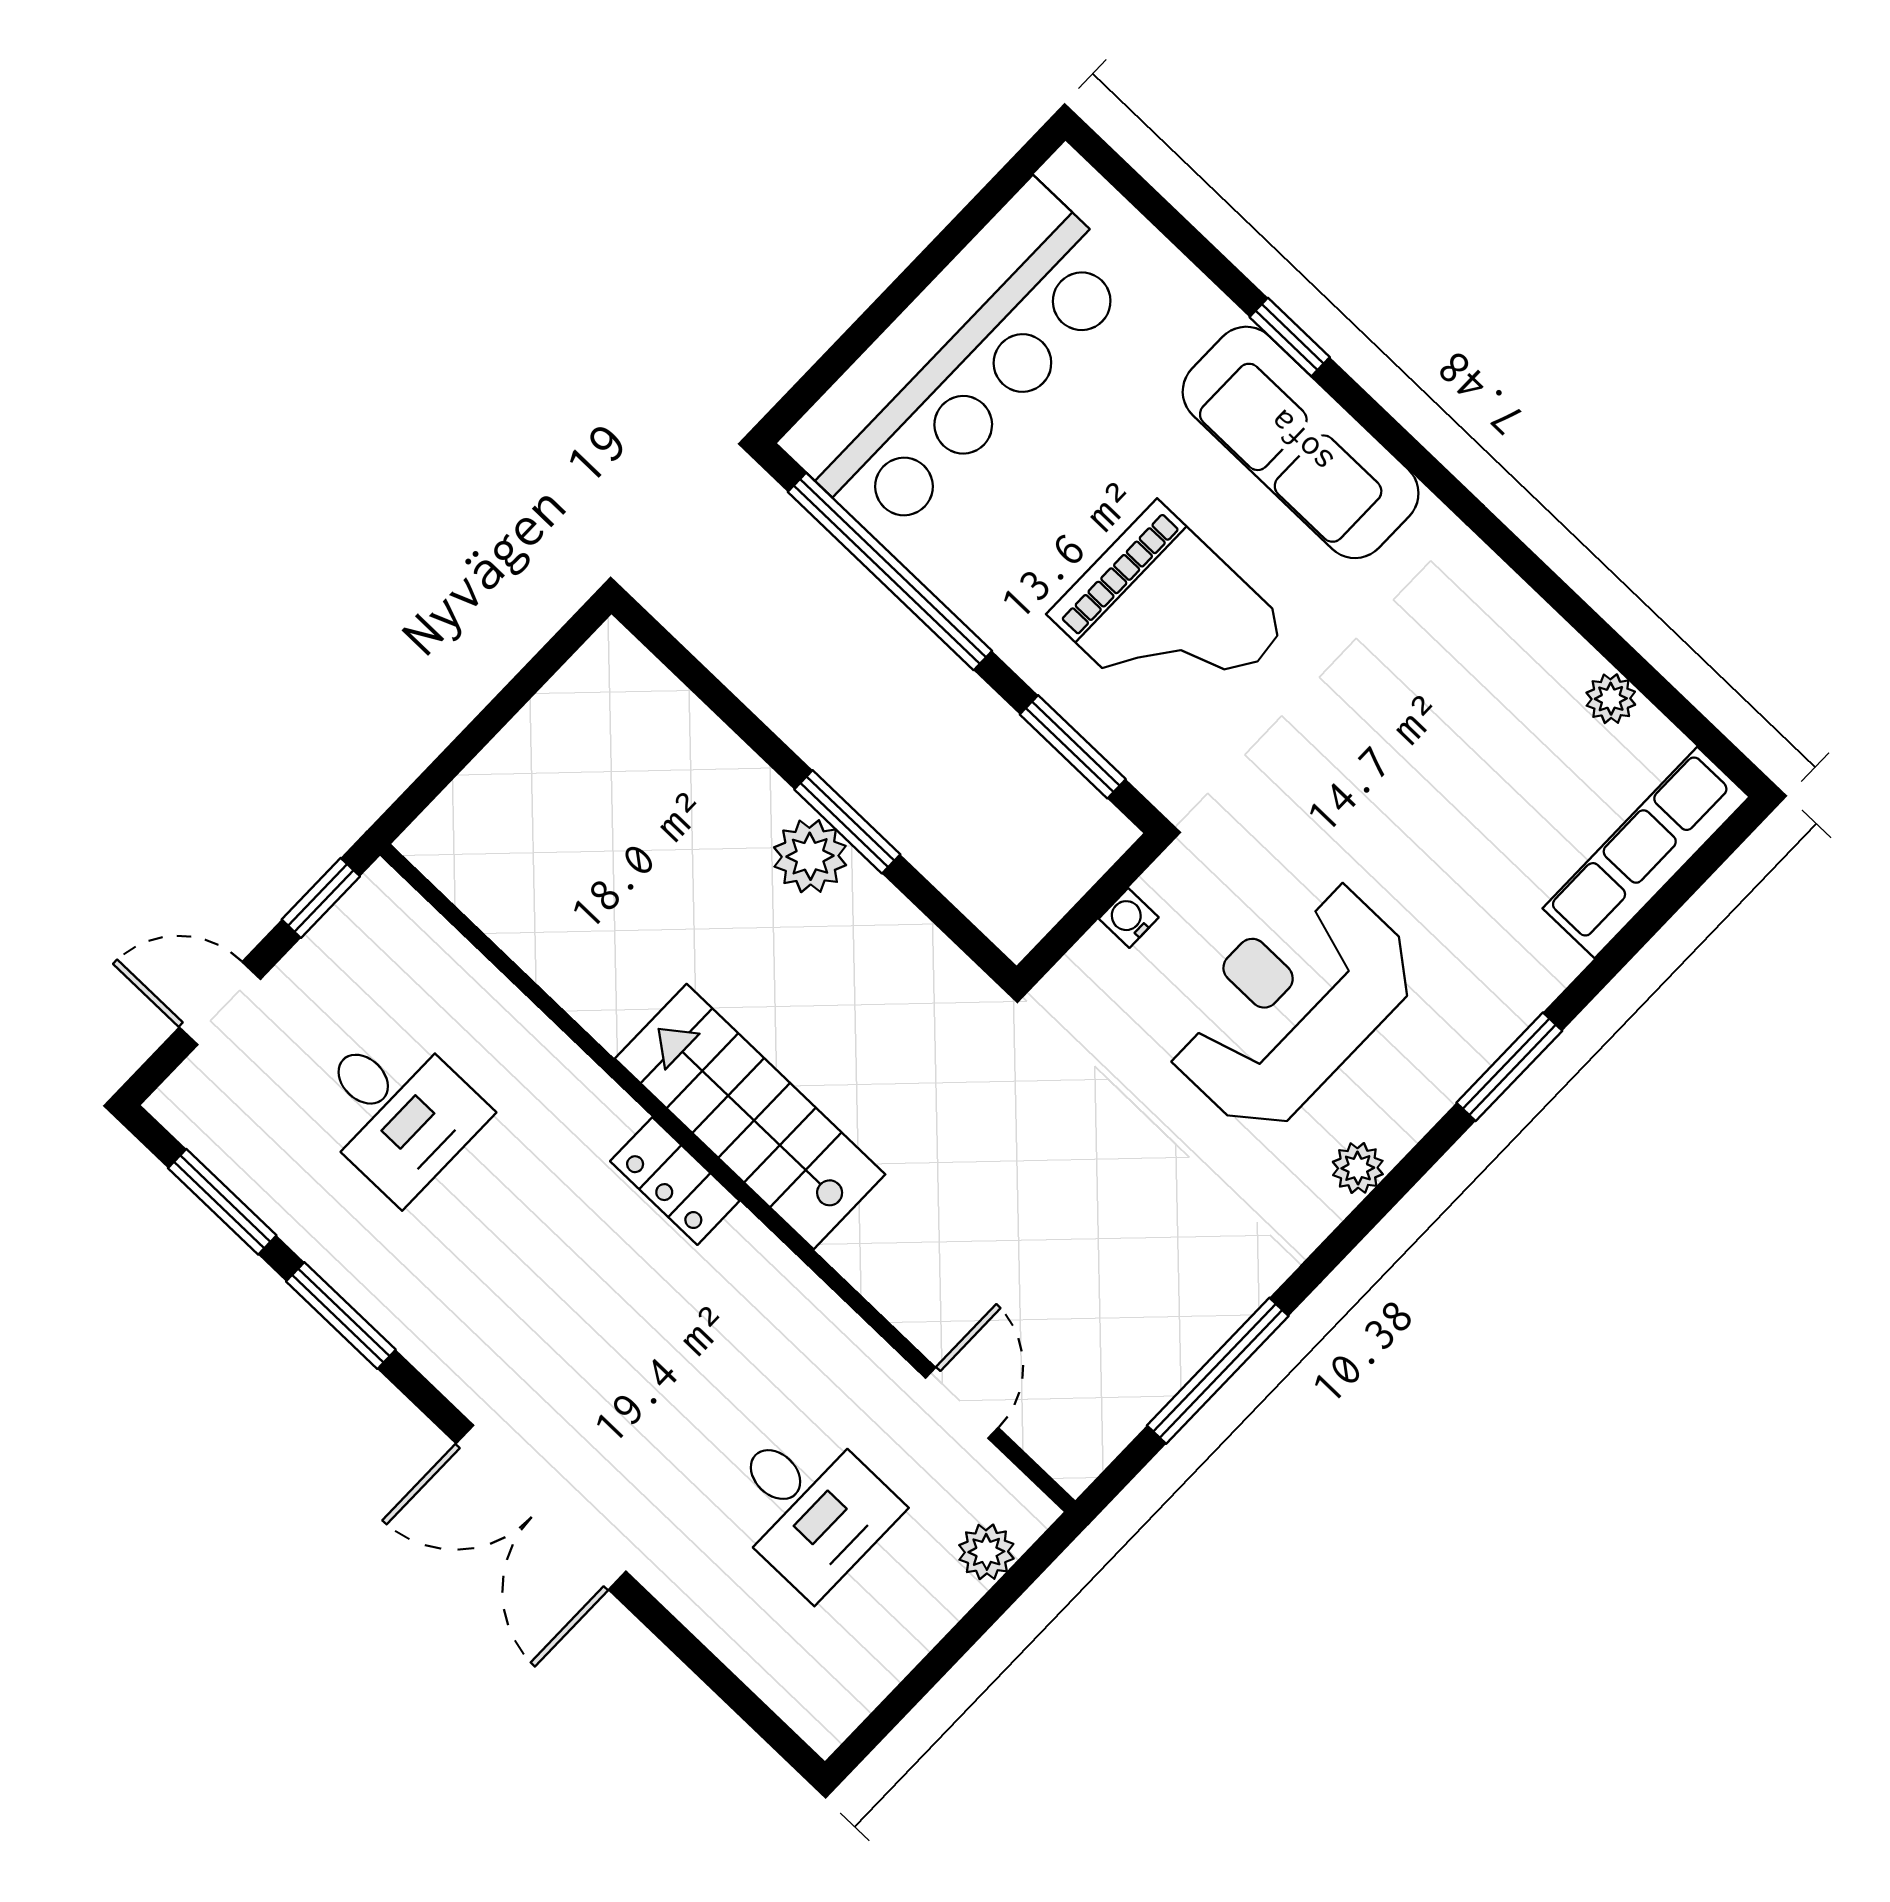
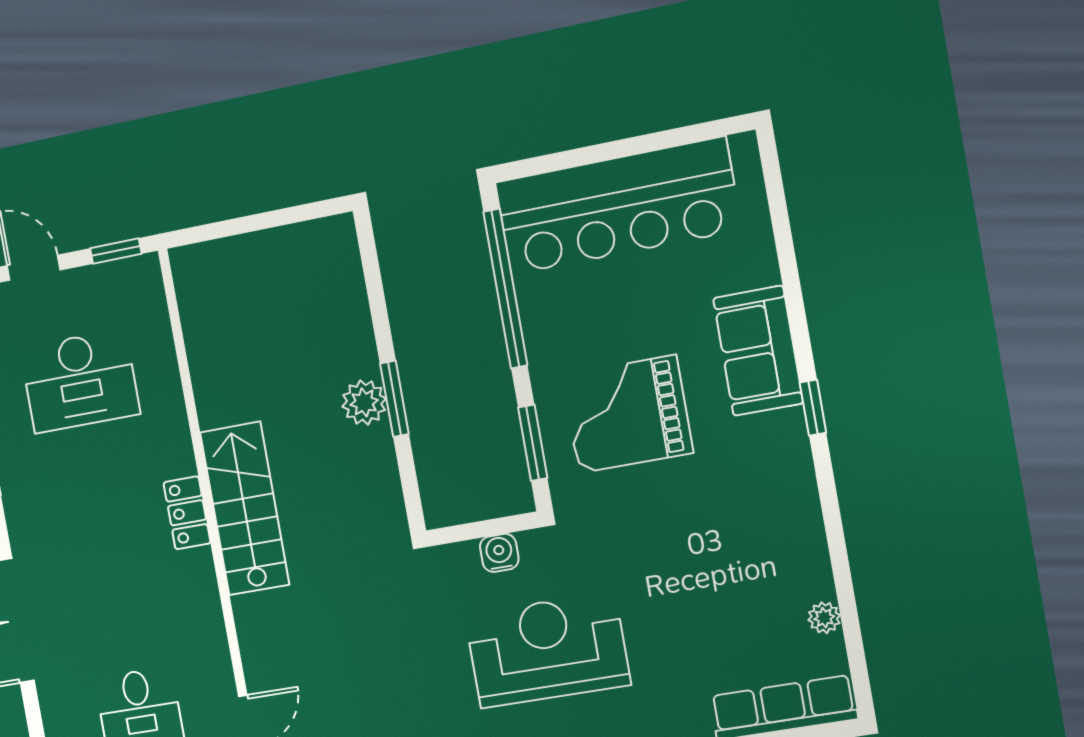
window: (1290, 337) -> (813, 408), moved
sofa: (1301, 442) -> (758, 351), width x0.73
grand piano: (1168, 620) -> (627, 414), turned 90
water cooler: (1129, 918) -> (499, 553), width x1.38, depth x1.38
desk: (396, 1111) -> (80, 381), width x1.37

